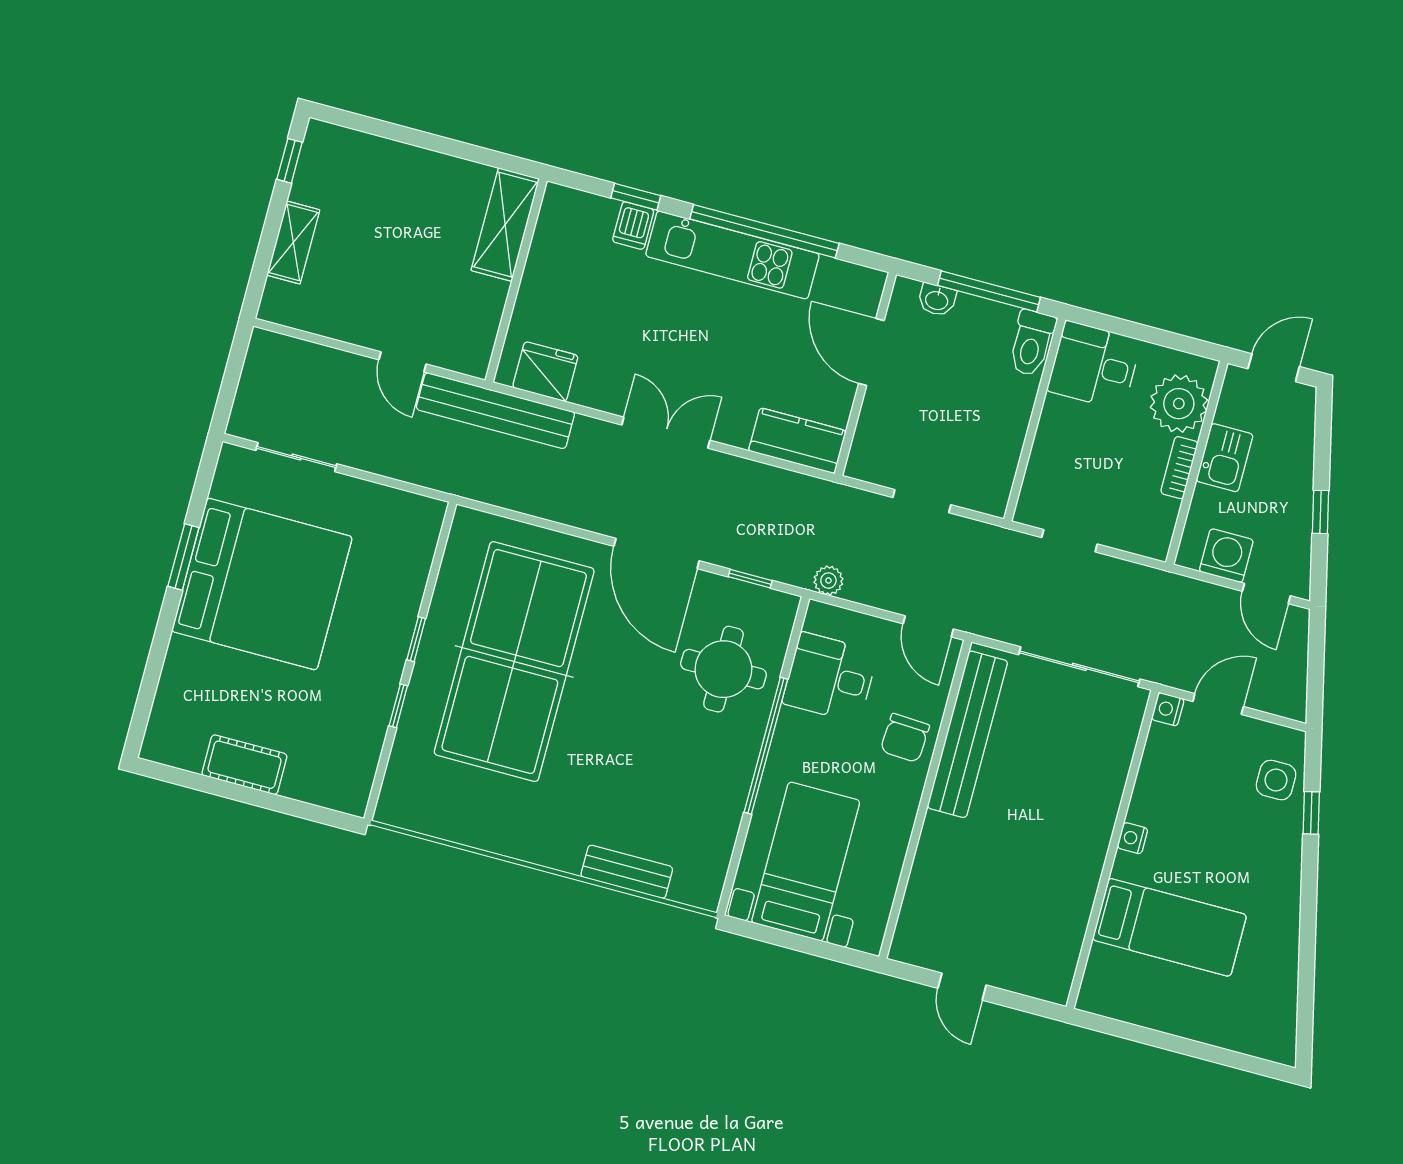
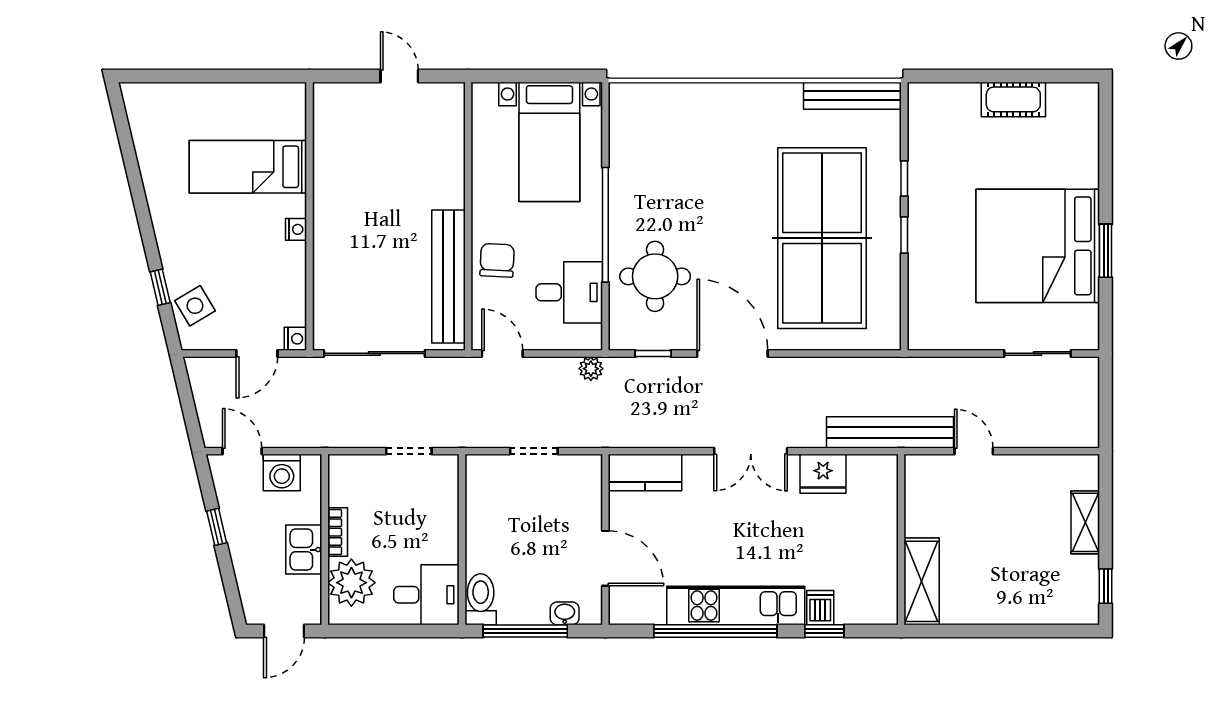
fridge: (545, 372) -> (823, 474), moved
side table: (1276, 780) -> (195, 306), turned -31
bench: (627, 872) -> (852, 96), moved, width x1.36

